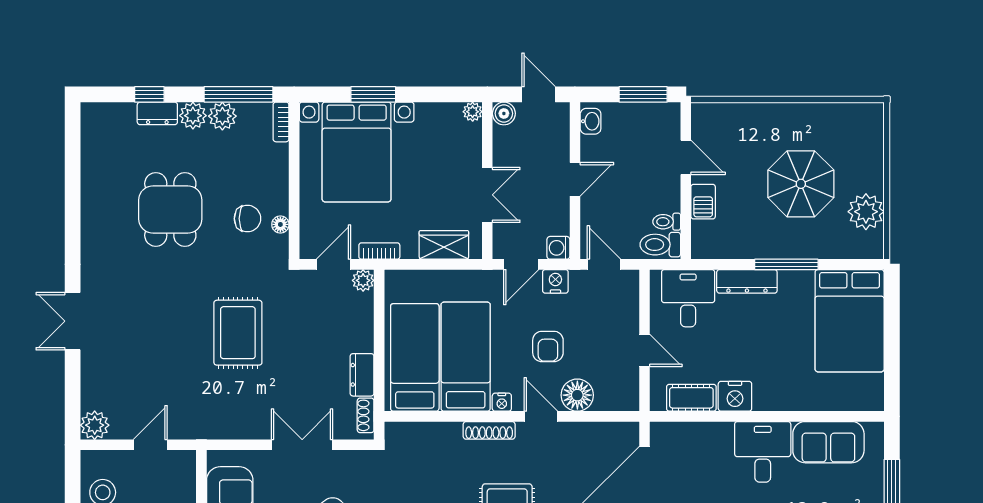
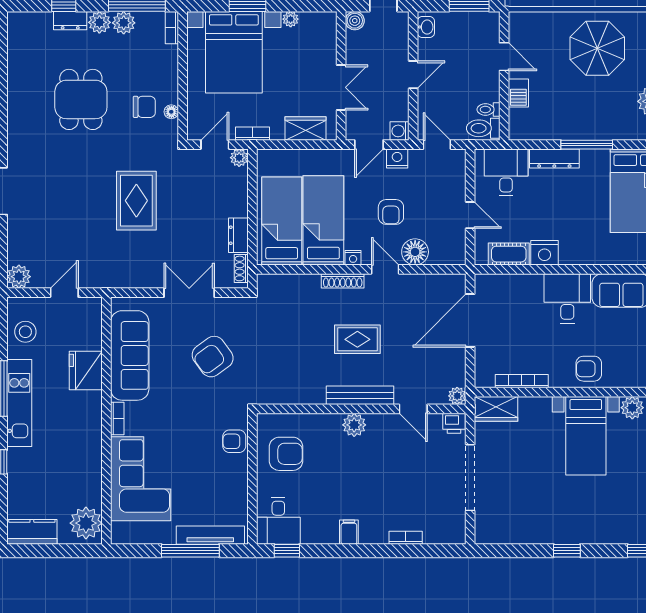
plant: (473, 112) -> (291, 19), moved
parasol: (801, 184) -> (597, 48), moved

